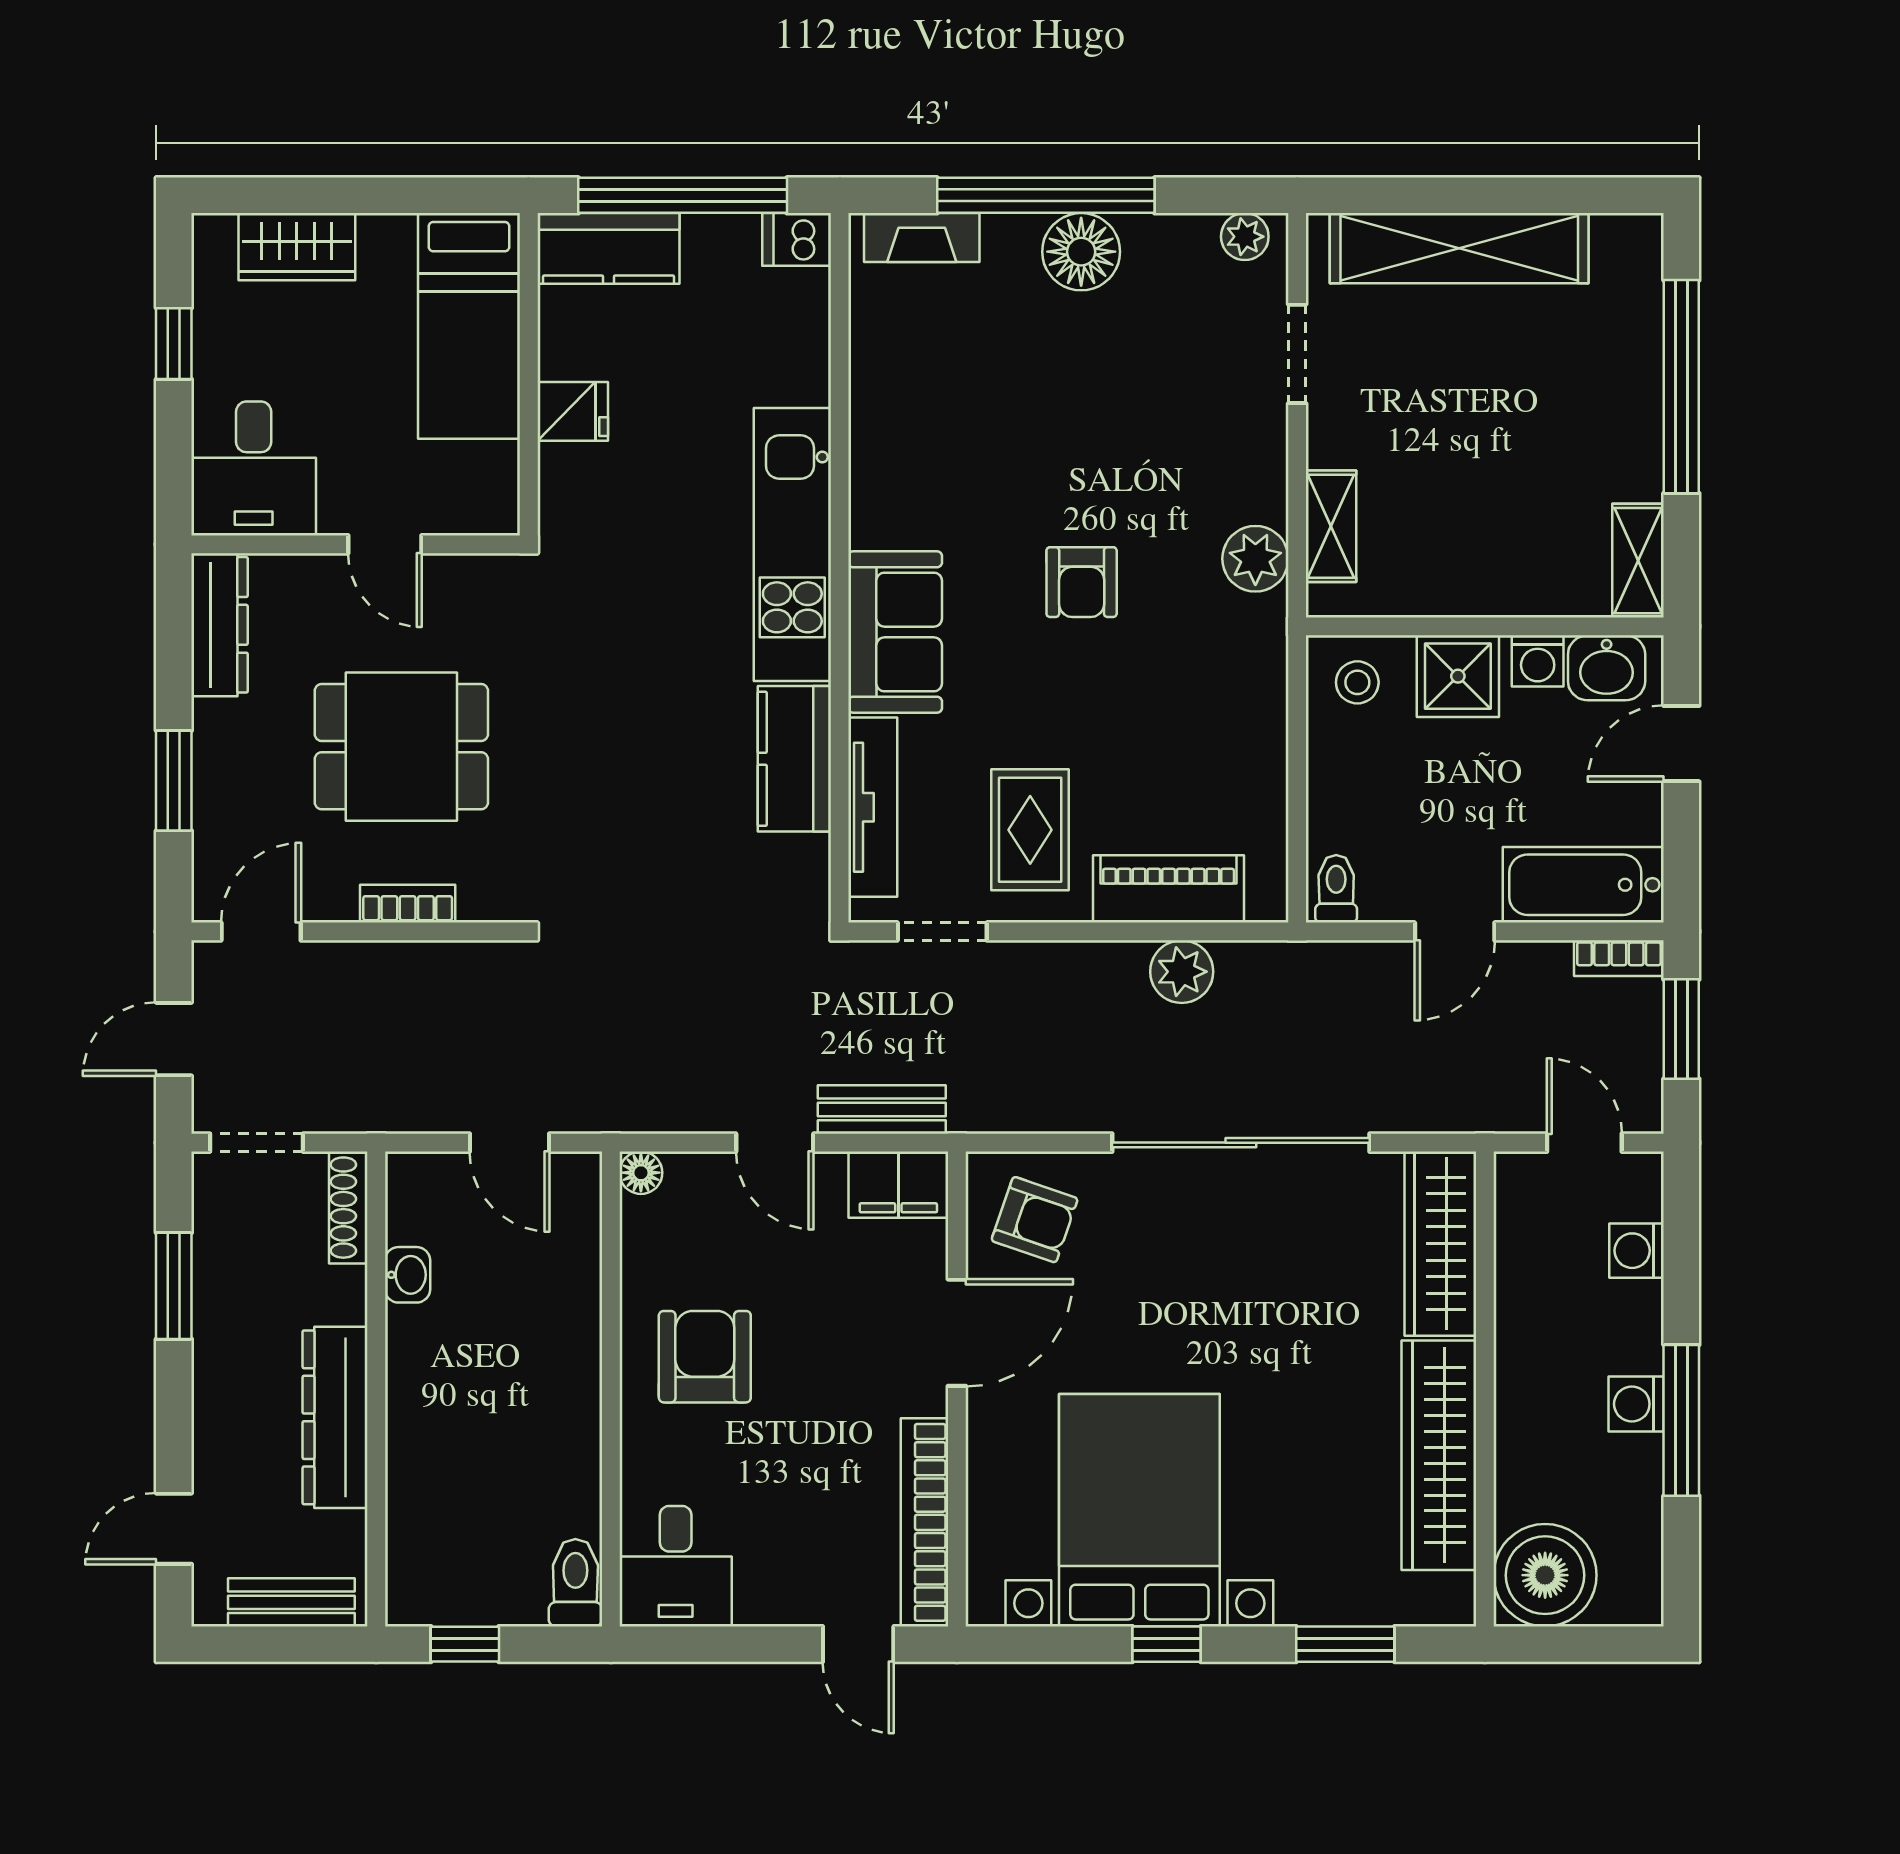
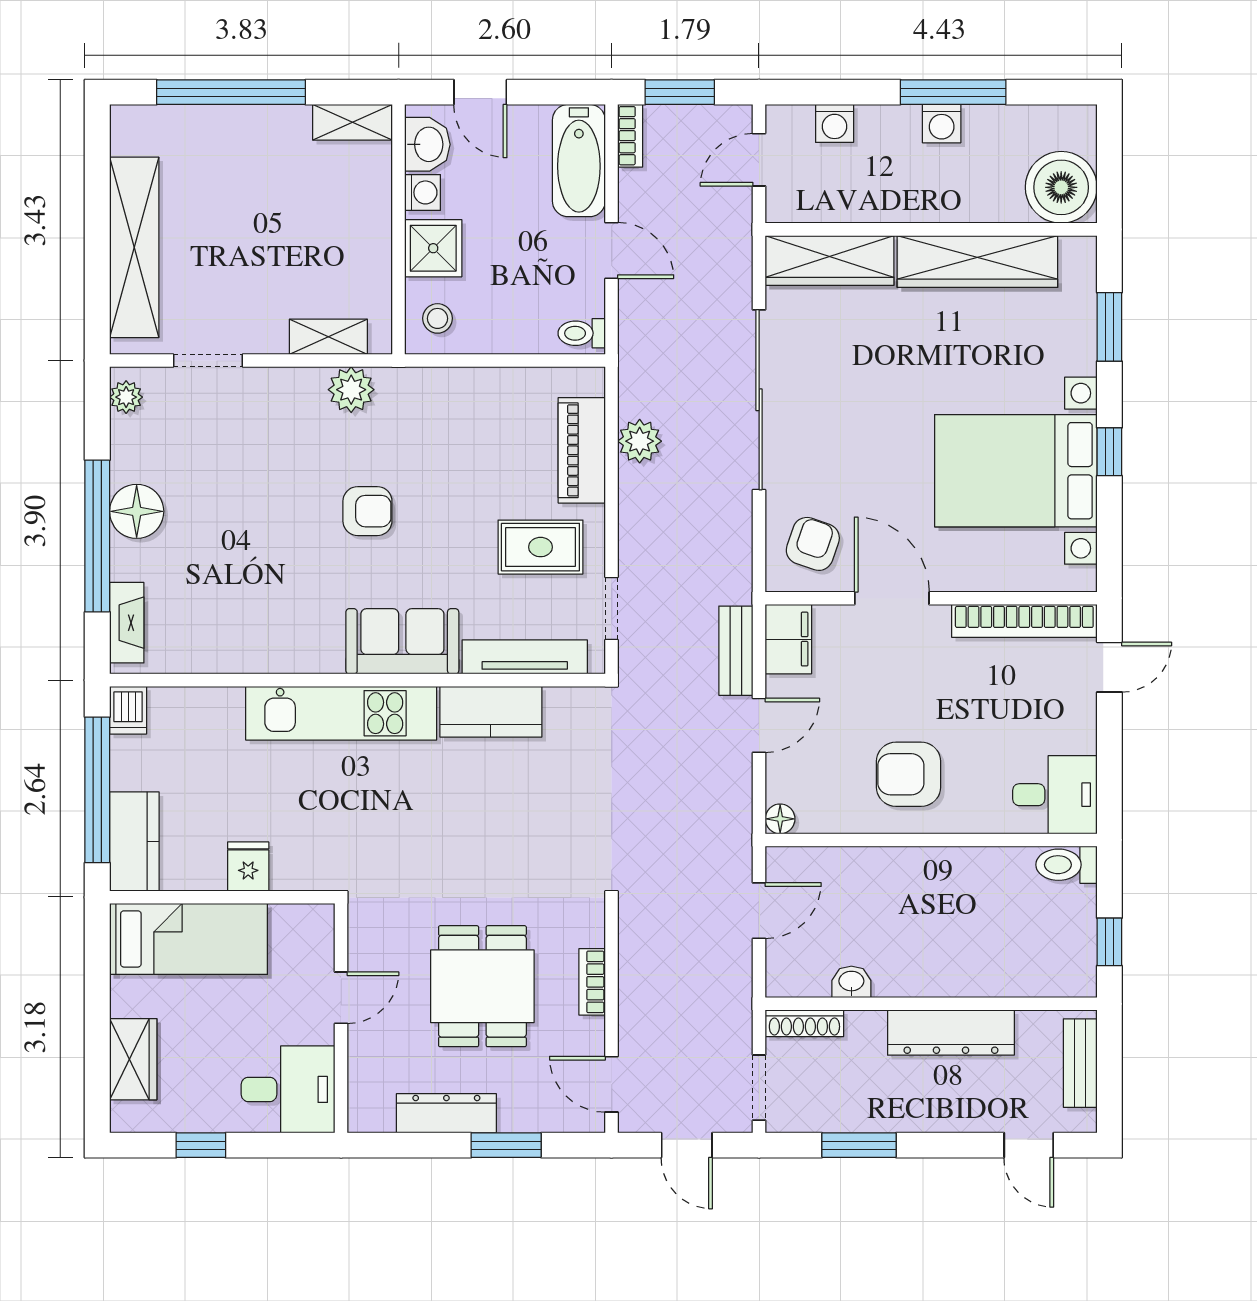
dresser: (219, 625) -> (446, 1113), moved

